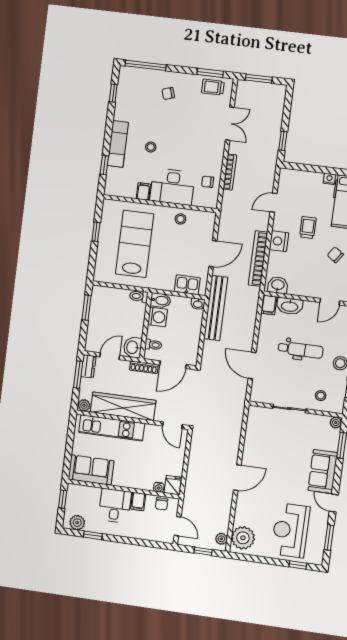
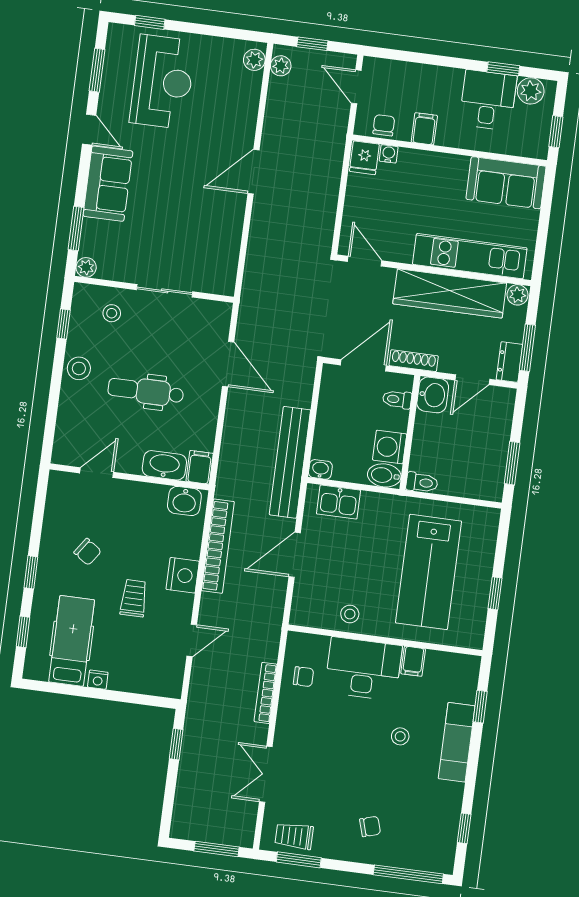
trolley: (213, 87) -> (294, 836), turned 180
trolley: (308, 227) -> (134, 598), turned 180
desk: (115, 506) -> (488, 100), moved, turned 180
plant: (243, 538) -> (254, 60), width x0.53, depth x0.53

